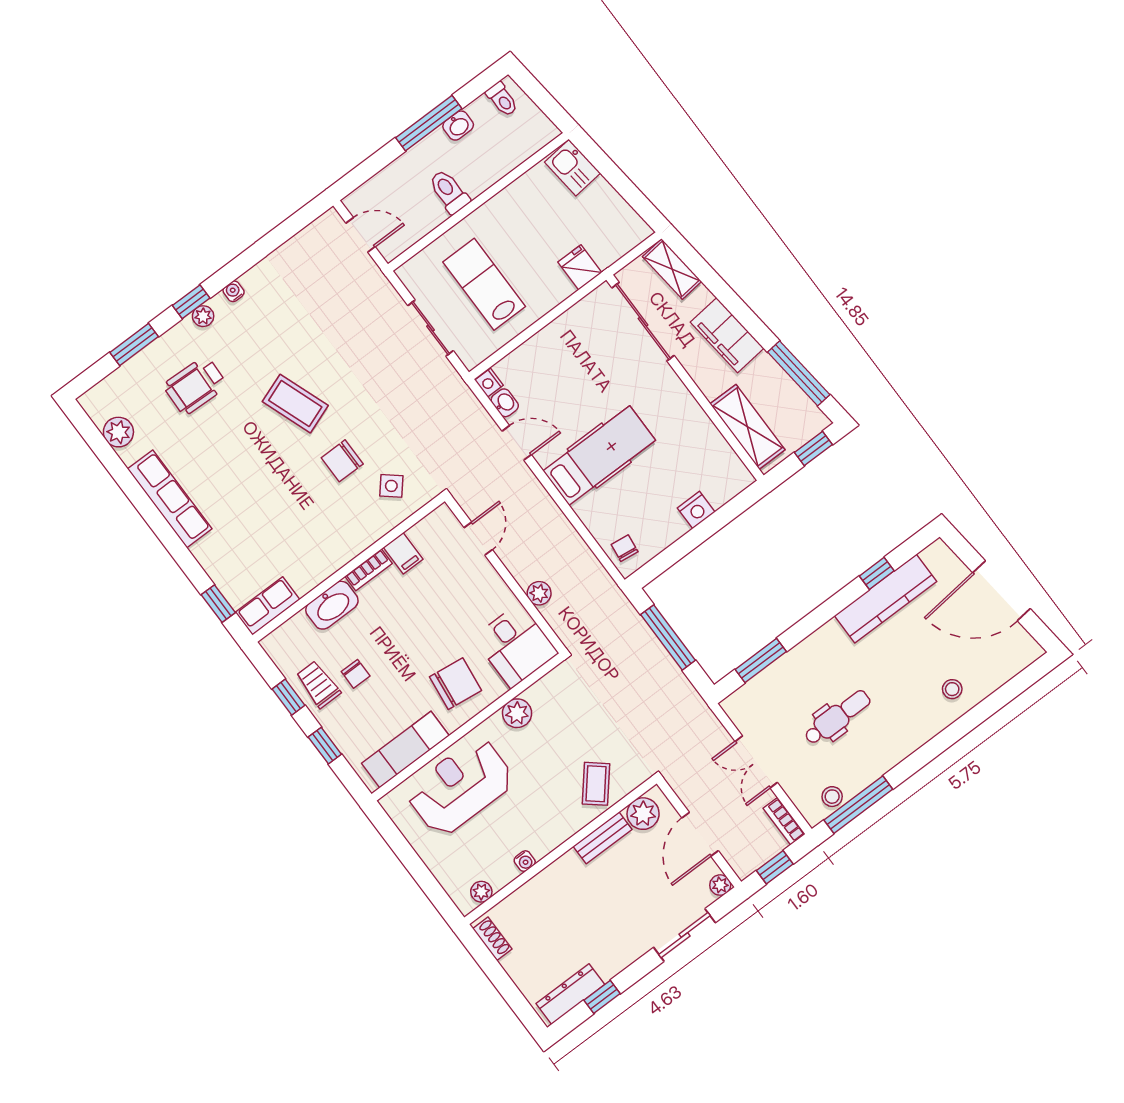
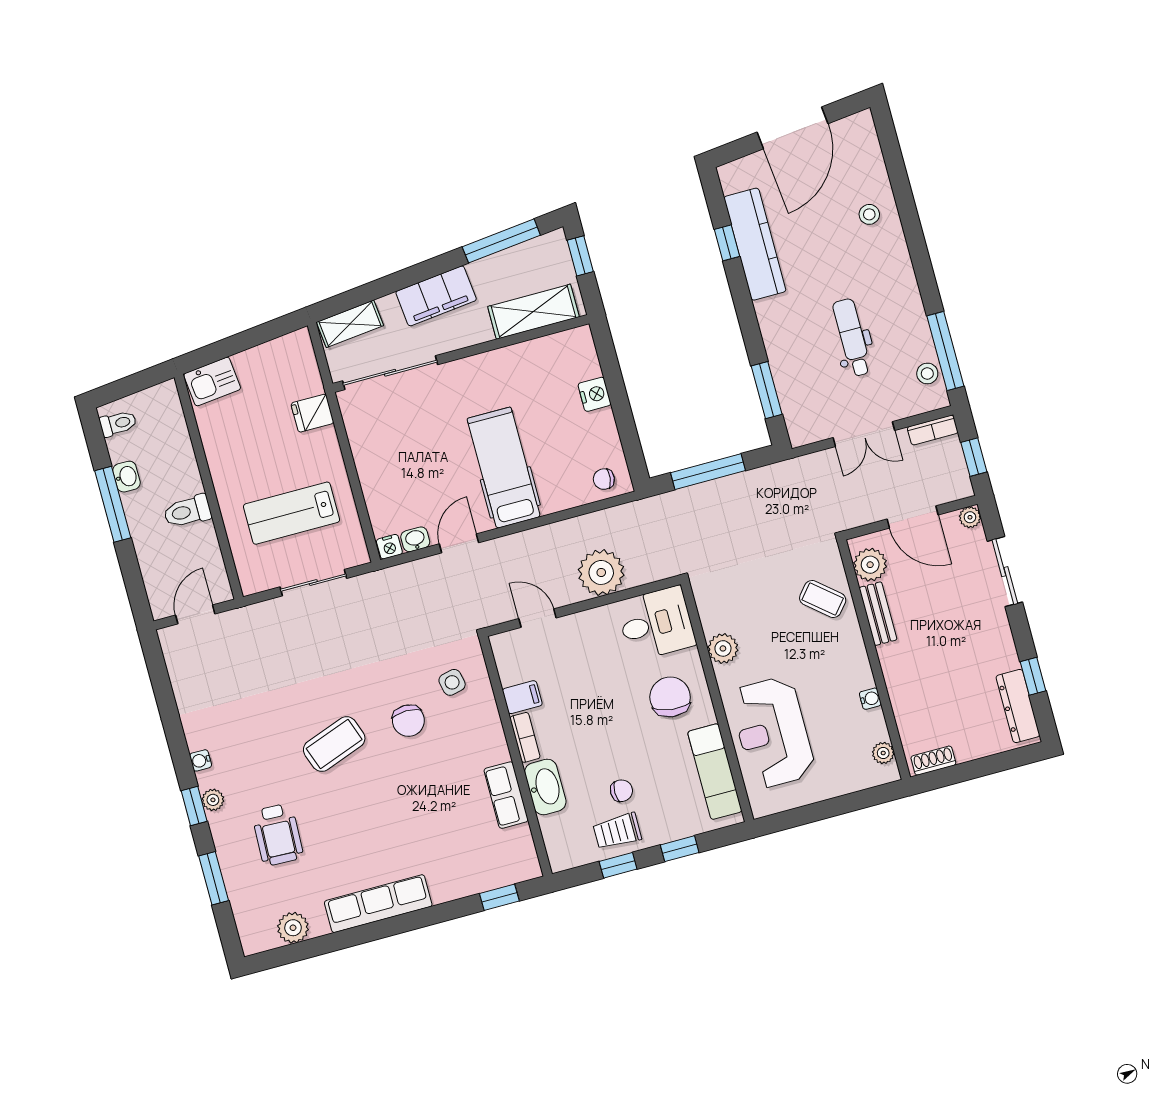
side table: (391, 486) -> (452, 682), turned 38
plant: (539, 593) -> (601, 572), width x1.87, depth x1.87
row of seats: (268, 606) -> (506, 795), moved

